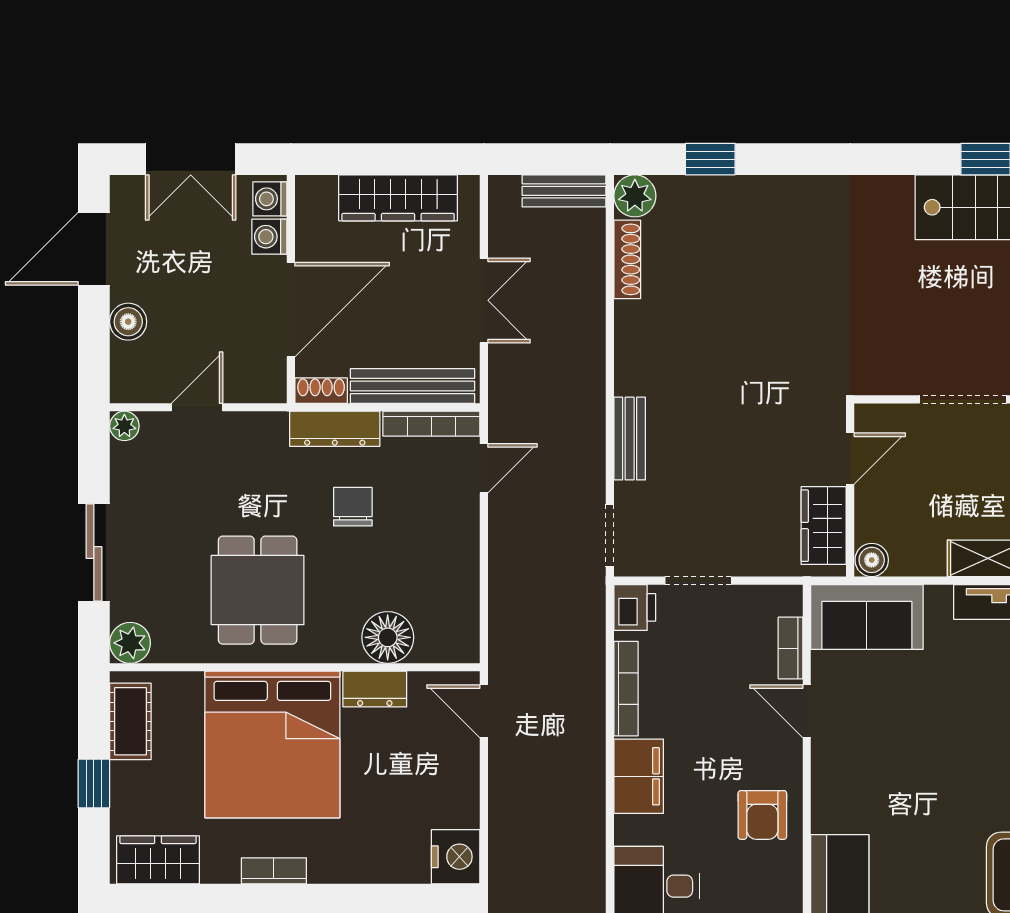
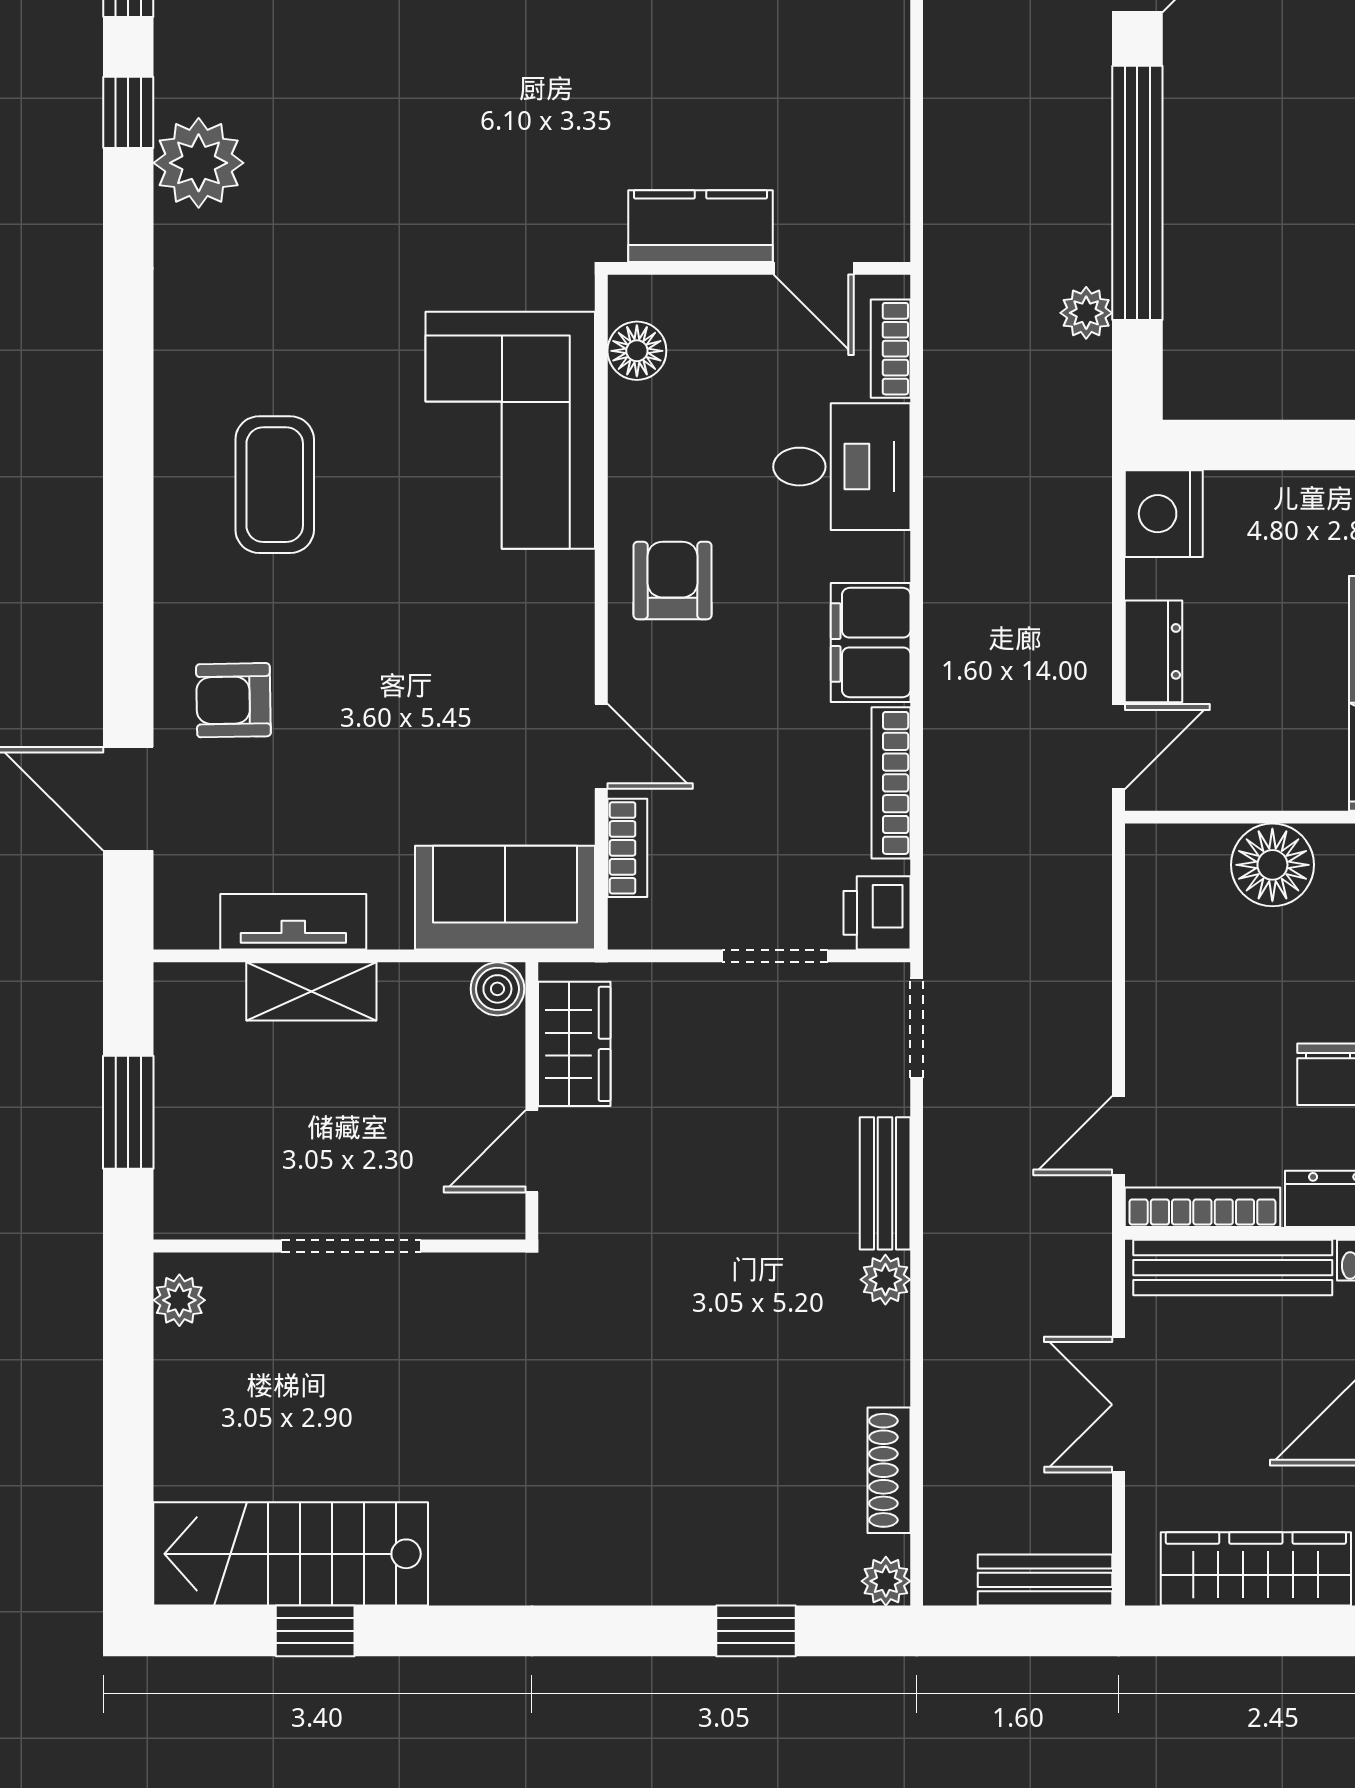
bench: (564, 191) -> (1045, 1580), moved
plant: (635, 196) -> (886, 1581), width x0.73, depth x0.73
plant: (629, 378) -> (885, 1280), added
dresser: (375, 689) -> (1154, 651), moved, turned 90
door: (484, 711) -> (1119, 747), hinge flipped

